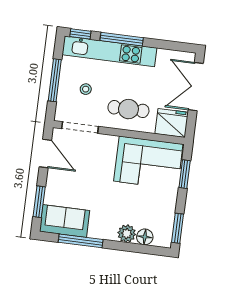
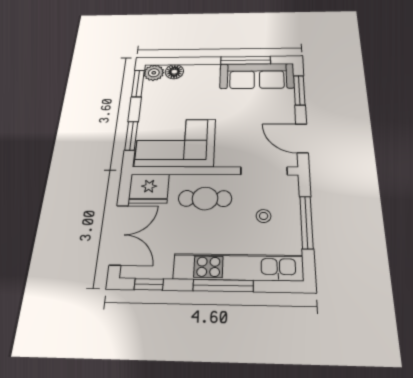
window: (80, 34) -> (149, 284), moved
sofa: (65, 221) -> (257, 76), width x1.36
plant: (127, 234) -> (154, 73), moved

